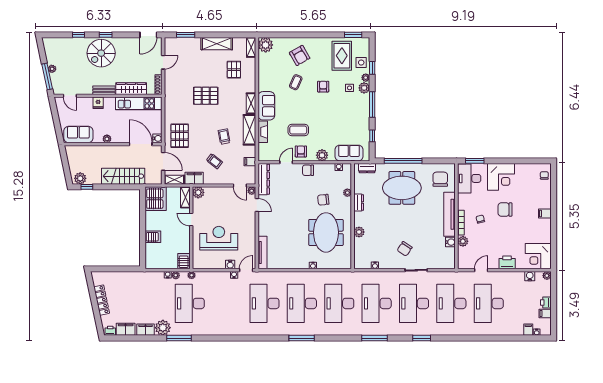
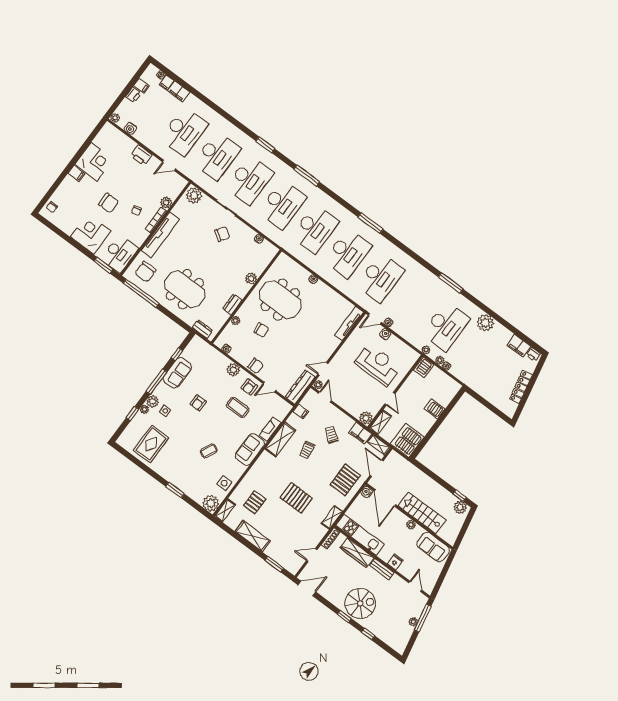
window: (353, 35) -> (175, 490), moved
armchair: (300, 55) -> (188, 472), removed
side table: (361, 63) -> (224, 483), moved
armchair: (323, 87) -> (198, 403), moved
shelving: (251, 103) -> (332, 517), moved
sofa: (349, 153) -> (177, 373), moved, turned -90
window: (403, 161) -> (141, 293), moved
stairs: (123, 176) -> (422, 513), moved, turned 180
door: (257, 205) -> (323, 369), hinge flipped
meeting table: (326, 232) -> (280, 300), turned 90
reception desk: (219, 238) -> (378, 365), turned 180
water cooler: (450, 242) -> (178, 210), removed
corner desk: (538, 256) -> (94, 162), moved
plant: (446, 262) -> (194, 195), added
filing cabinet: (146, 330) -> (179, 91), moved
window: (179, 338) -> (451, 283), moved

